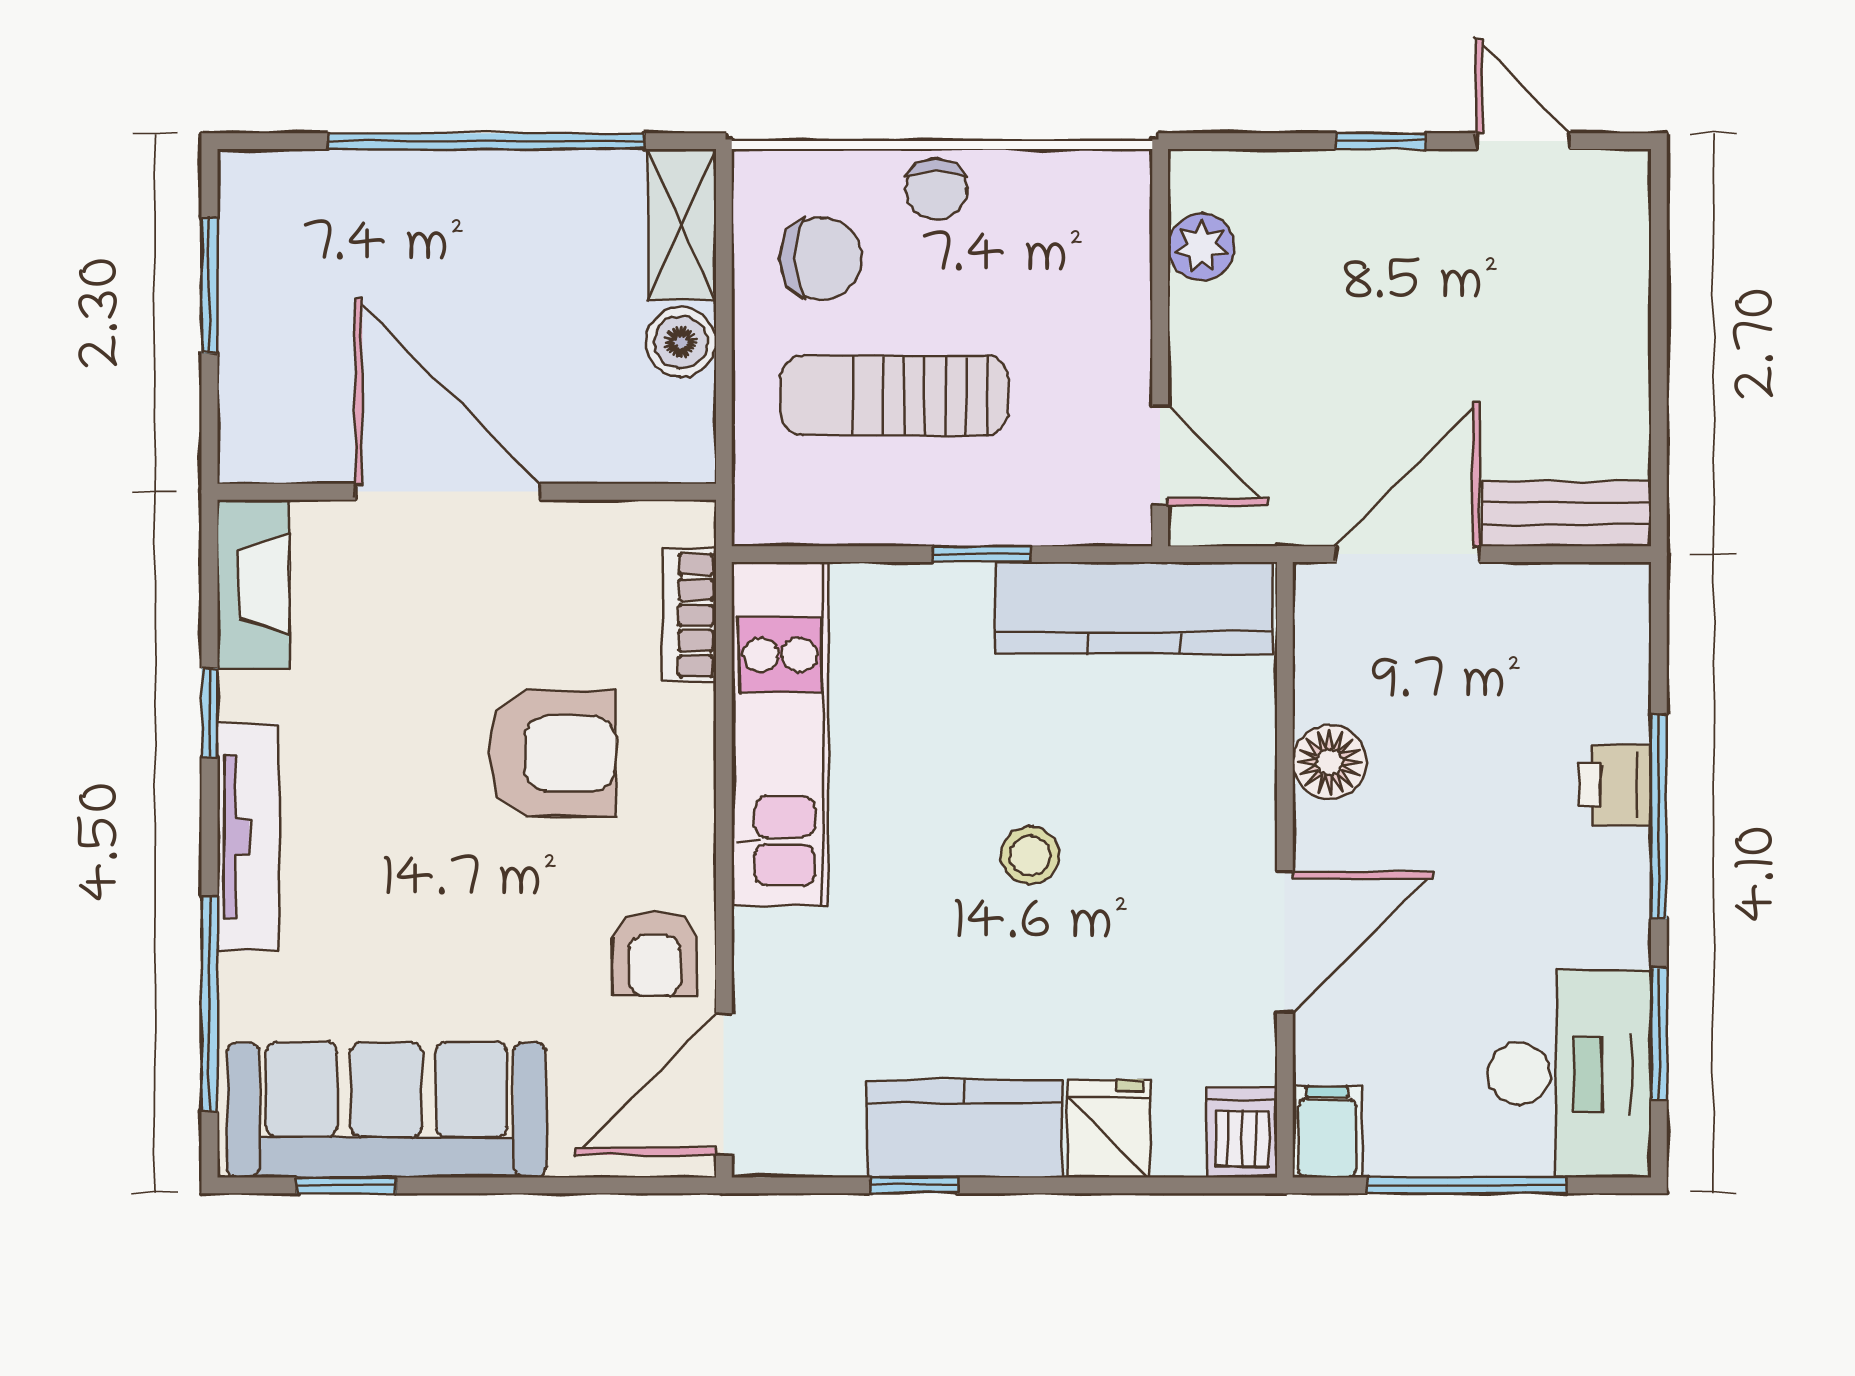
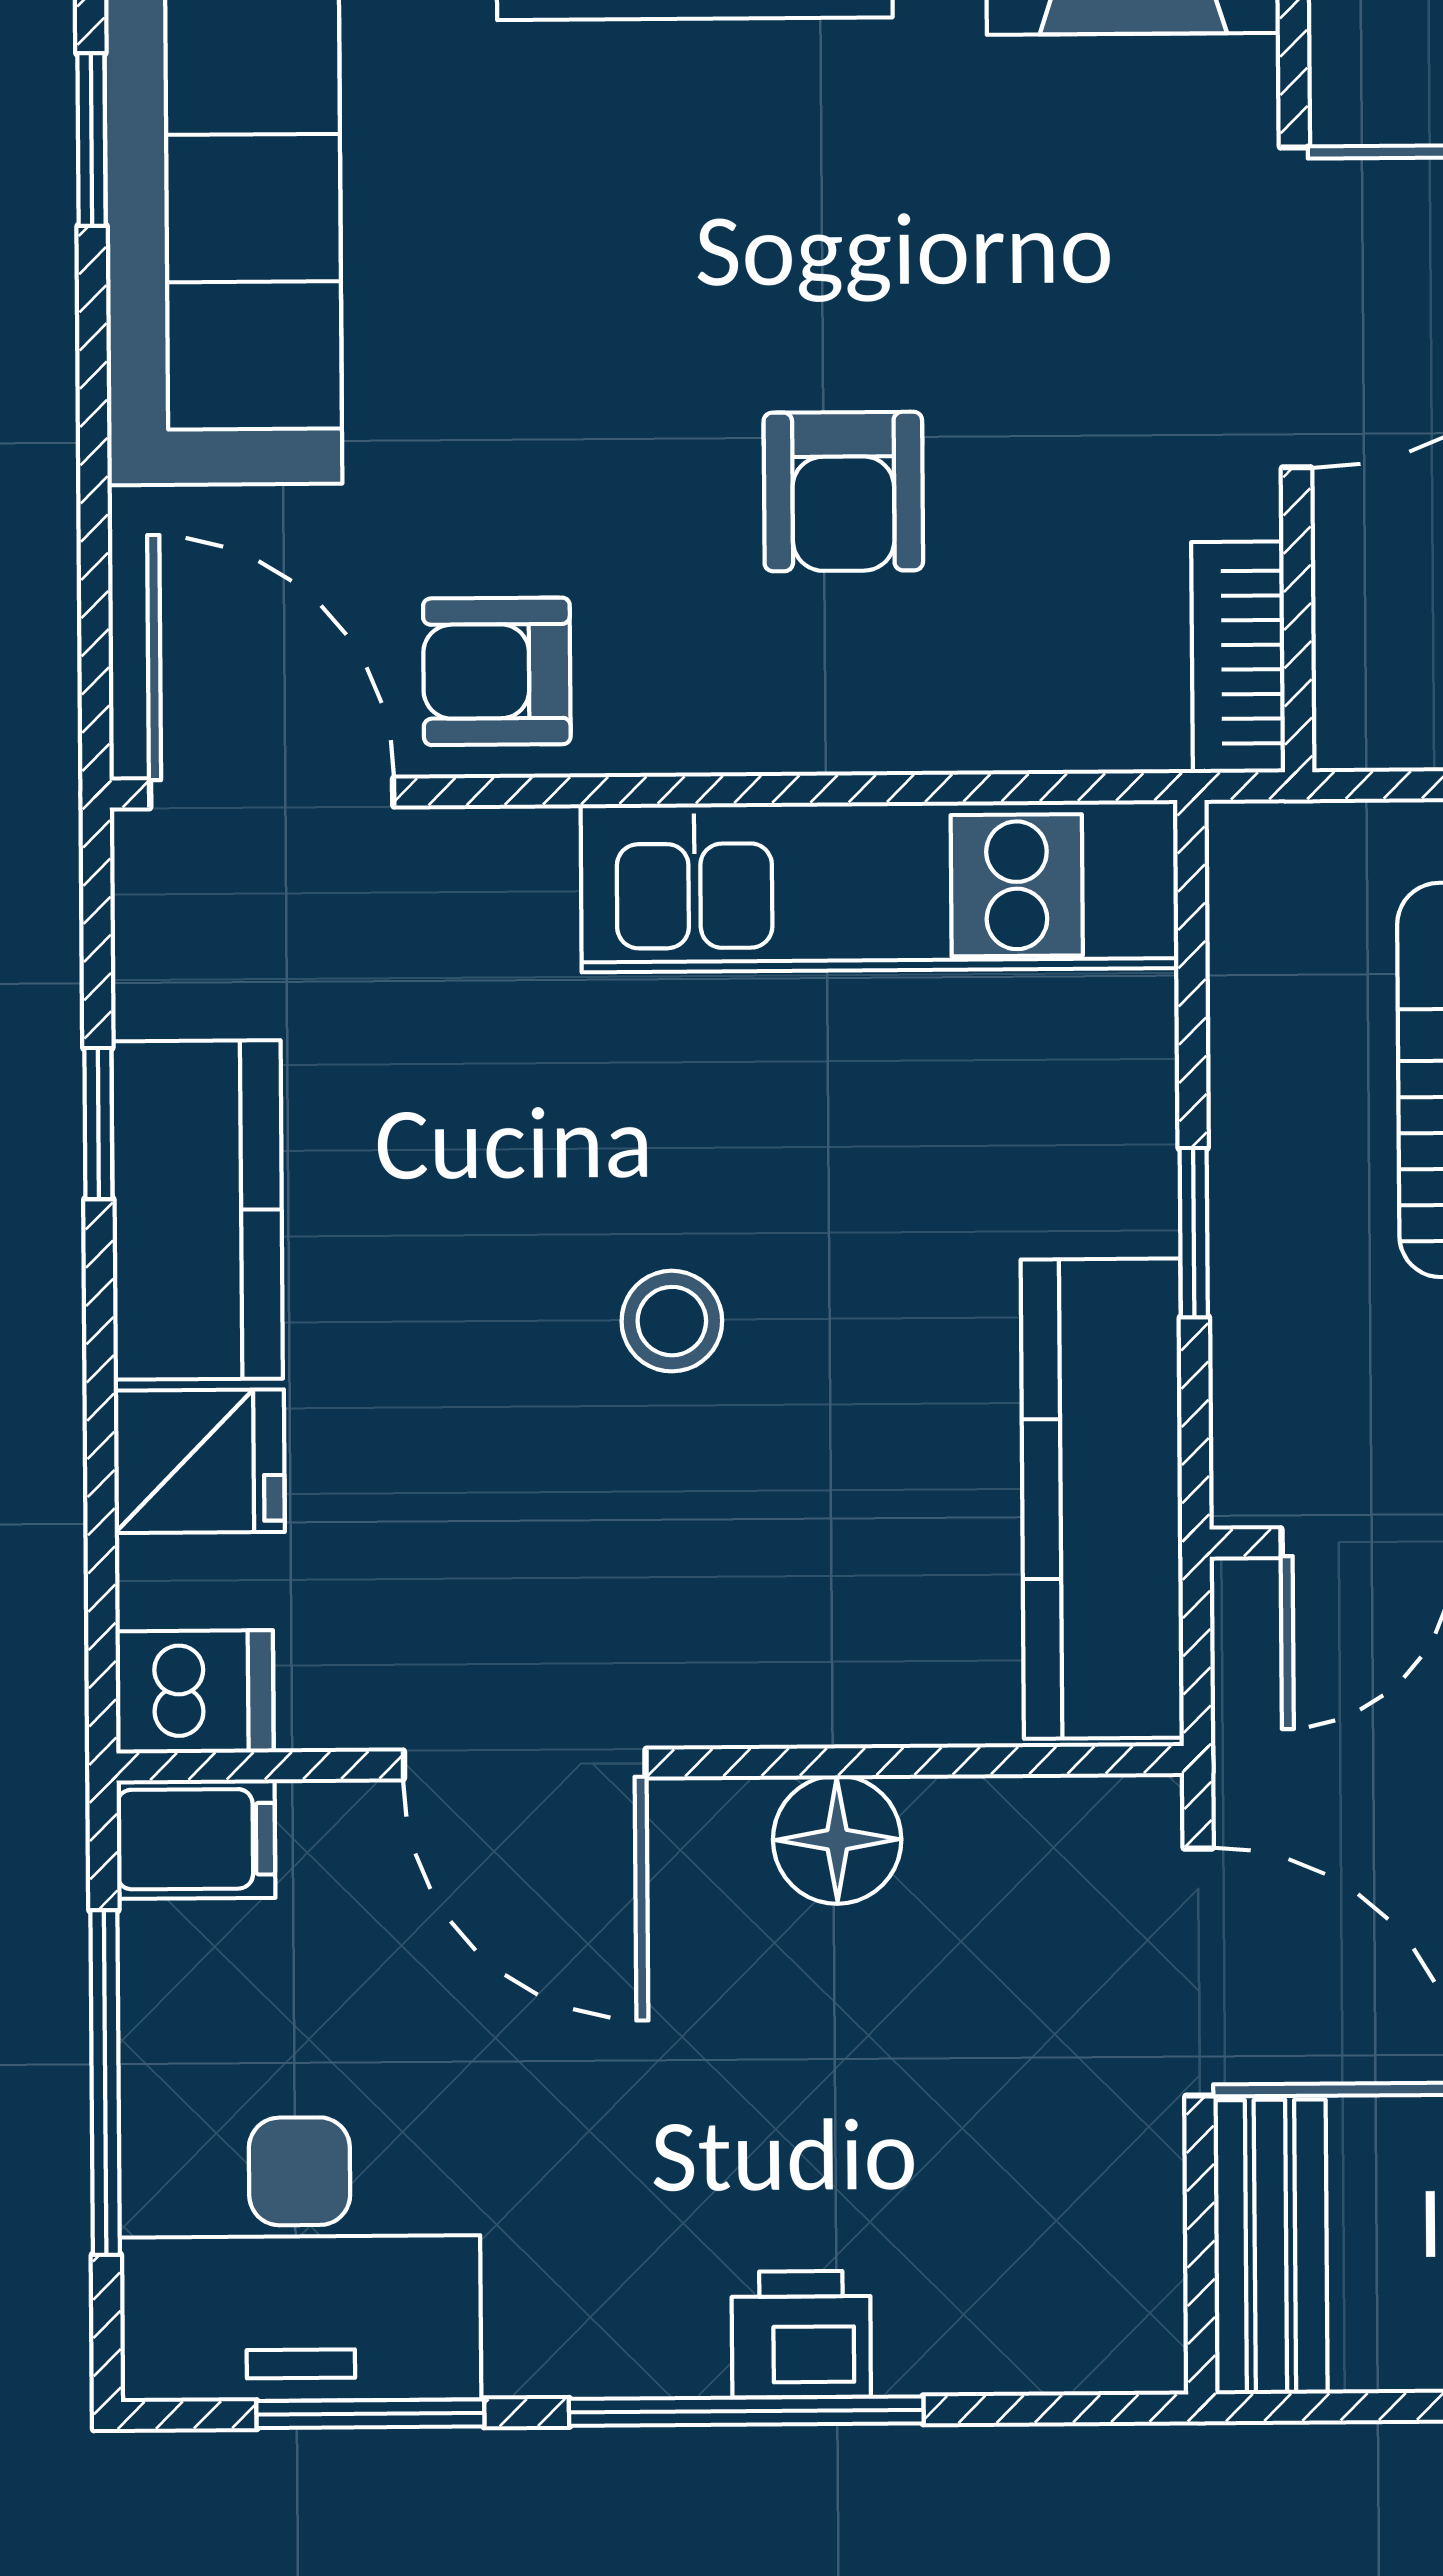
bookcase: (689, 615) -> (1238, 657), moved, turned -90
armchair: (552, 753) -> (843, 492), width x0.72, depth x0.72

